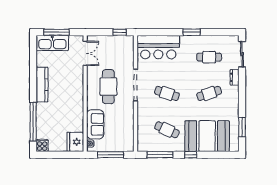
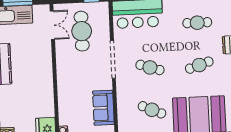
cafe table: (108, 87) -> (82, 31), moved
sofa: (95, 124) -> (103, 108), moved, turned 180

